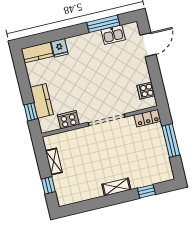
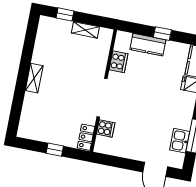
cooker: (146, 91) -> (106, 128), moved, turned 90
window: (31, 112) -> (162, 34), moved
window: (171, 141) -> (55, 150), width x0.46
window: (146, 191) -> (17, 105), removed

